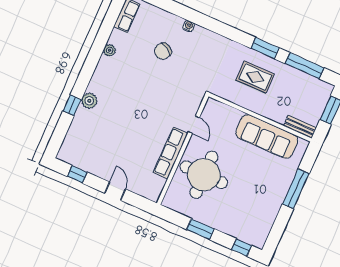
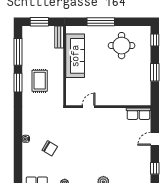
row of seats: (171, 153) -> (139, 114), moved, width x0.68
round table: (204, 175) -> (122, 46), moved, width x0.73, depth x0.73

